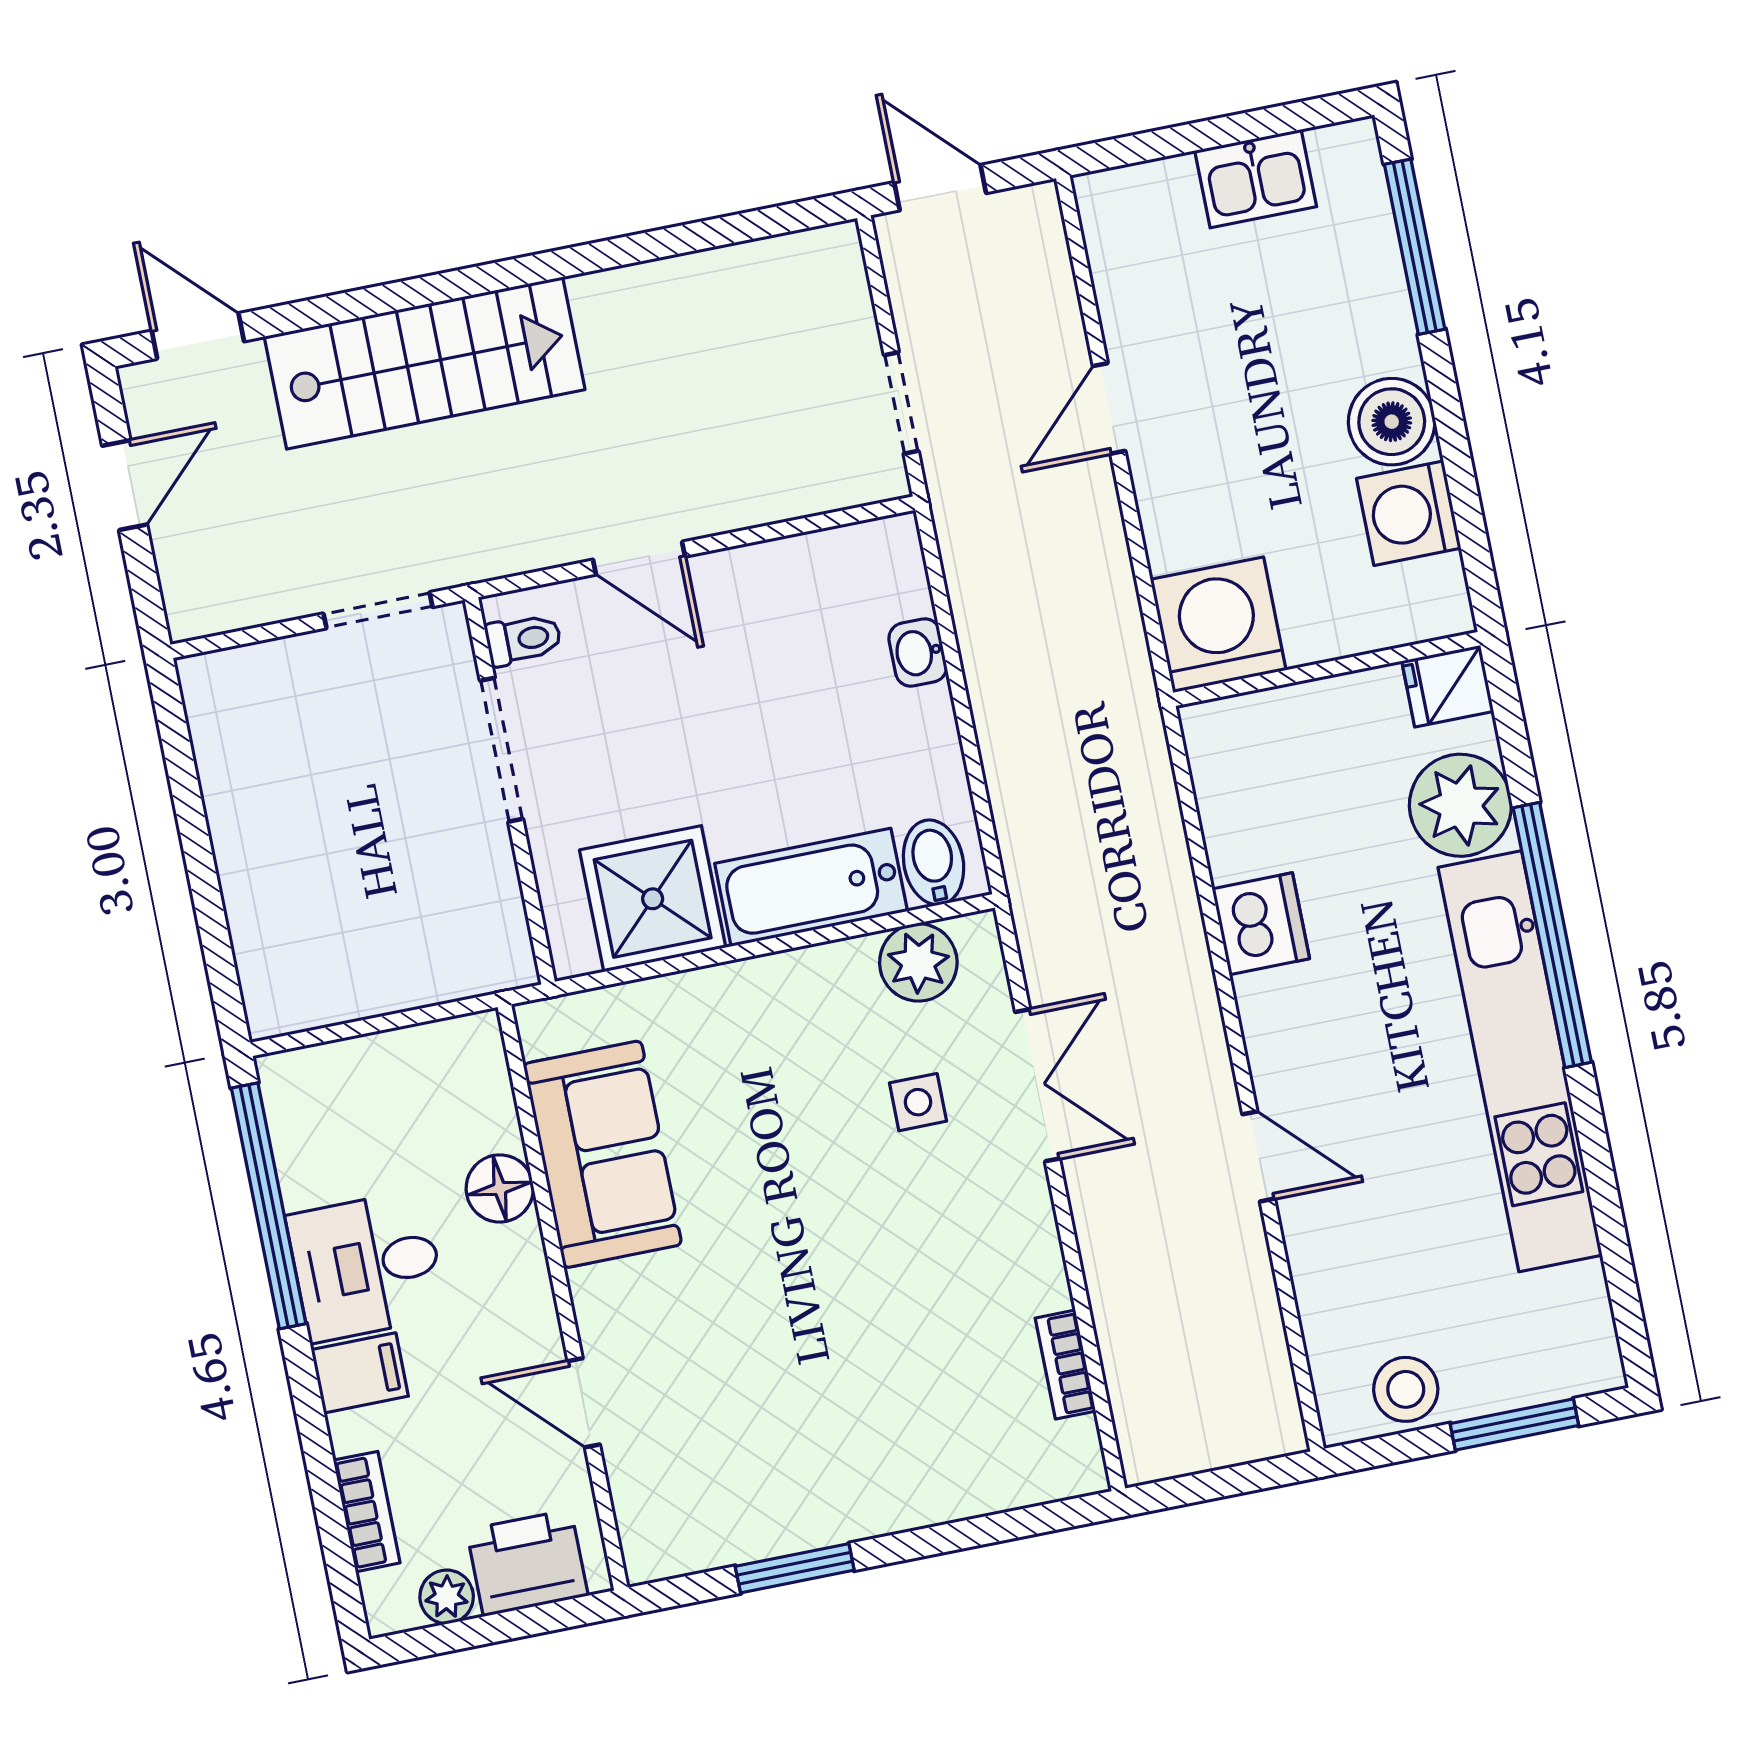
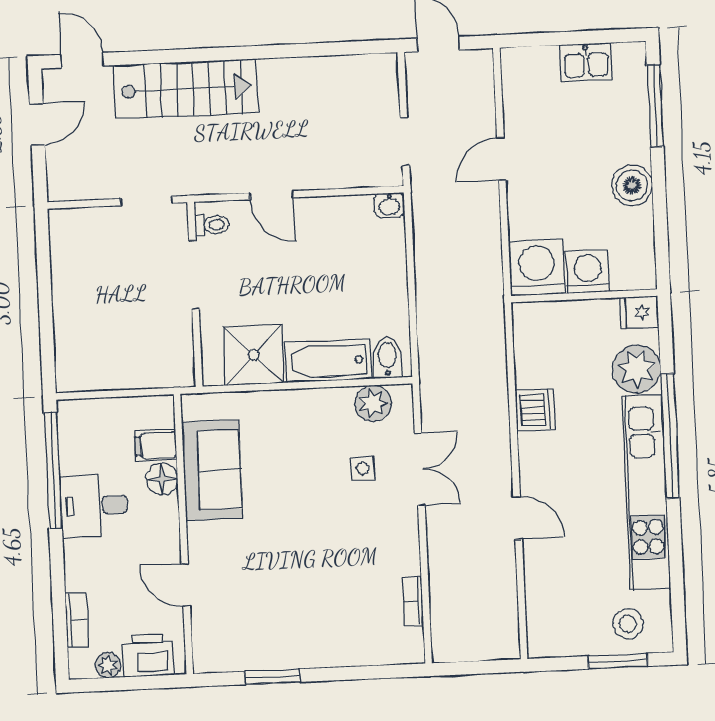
washing machine: (1409, 513) -> (588, 272), moved, turned 90
washbasin: (918, 652) -> (389, 205), moved, turned -90
filing cabinet: (360, 1373) -> (156, 445), moved, turned 180
stool: (1406, 1389) -> (628, 624), moved

